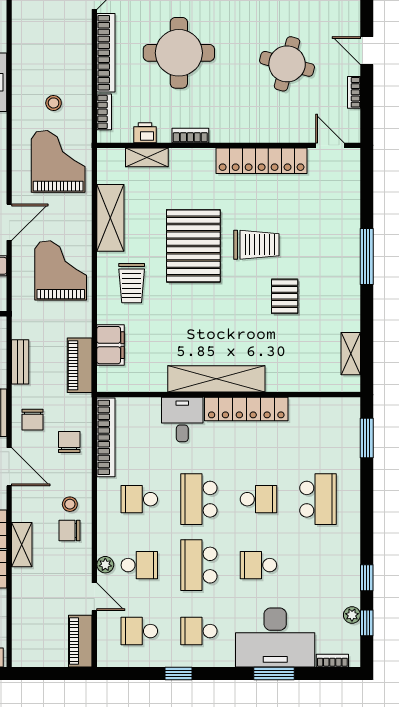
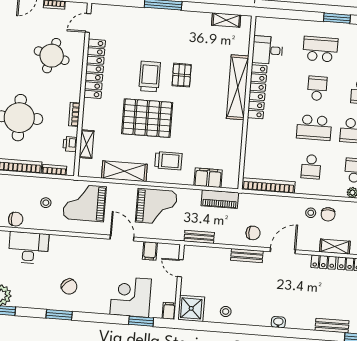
round table: (287, 64) -> (52, 56), moved
grand piano: (61, 270) -> (156, 207), turned 180
pallet: (285, 296) -> (182, 75), moved, turned 90
bench: (20, 362) -> (199, 237), moved
shelving: (216, 379) -> (238, 87), moved
desk: (182, 420) -> (267, 50), moved
window: (367, 438) -> (337, 18), moved
chair: (69, 442) -> (16, 219), moved, turned 180

